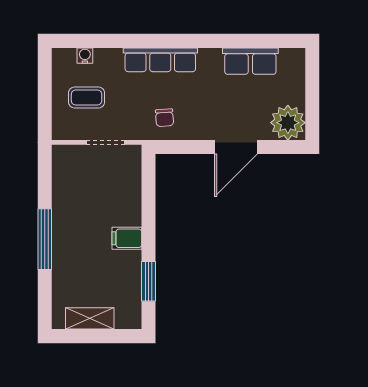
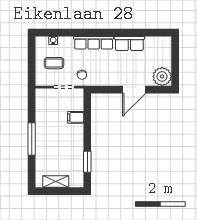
row of seats: (250, 61) -> (129, 44), moved
chair: (164, 118) -> (82, 75), moved
filing cabinet: (127, 238) -> (76, 117), moved

